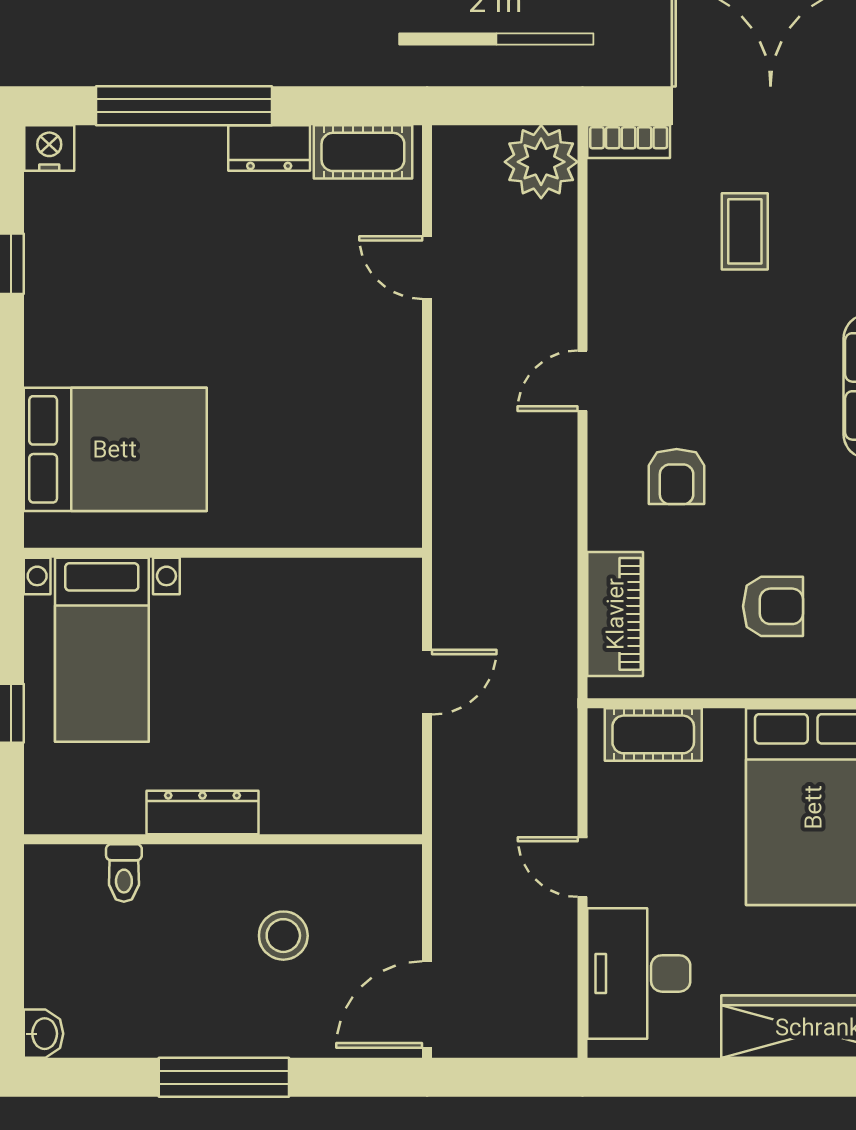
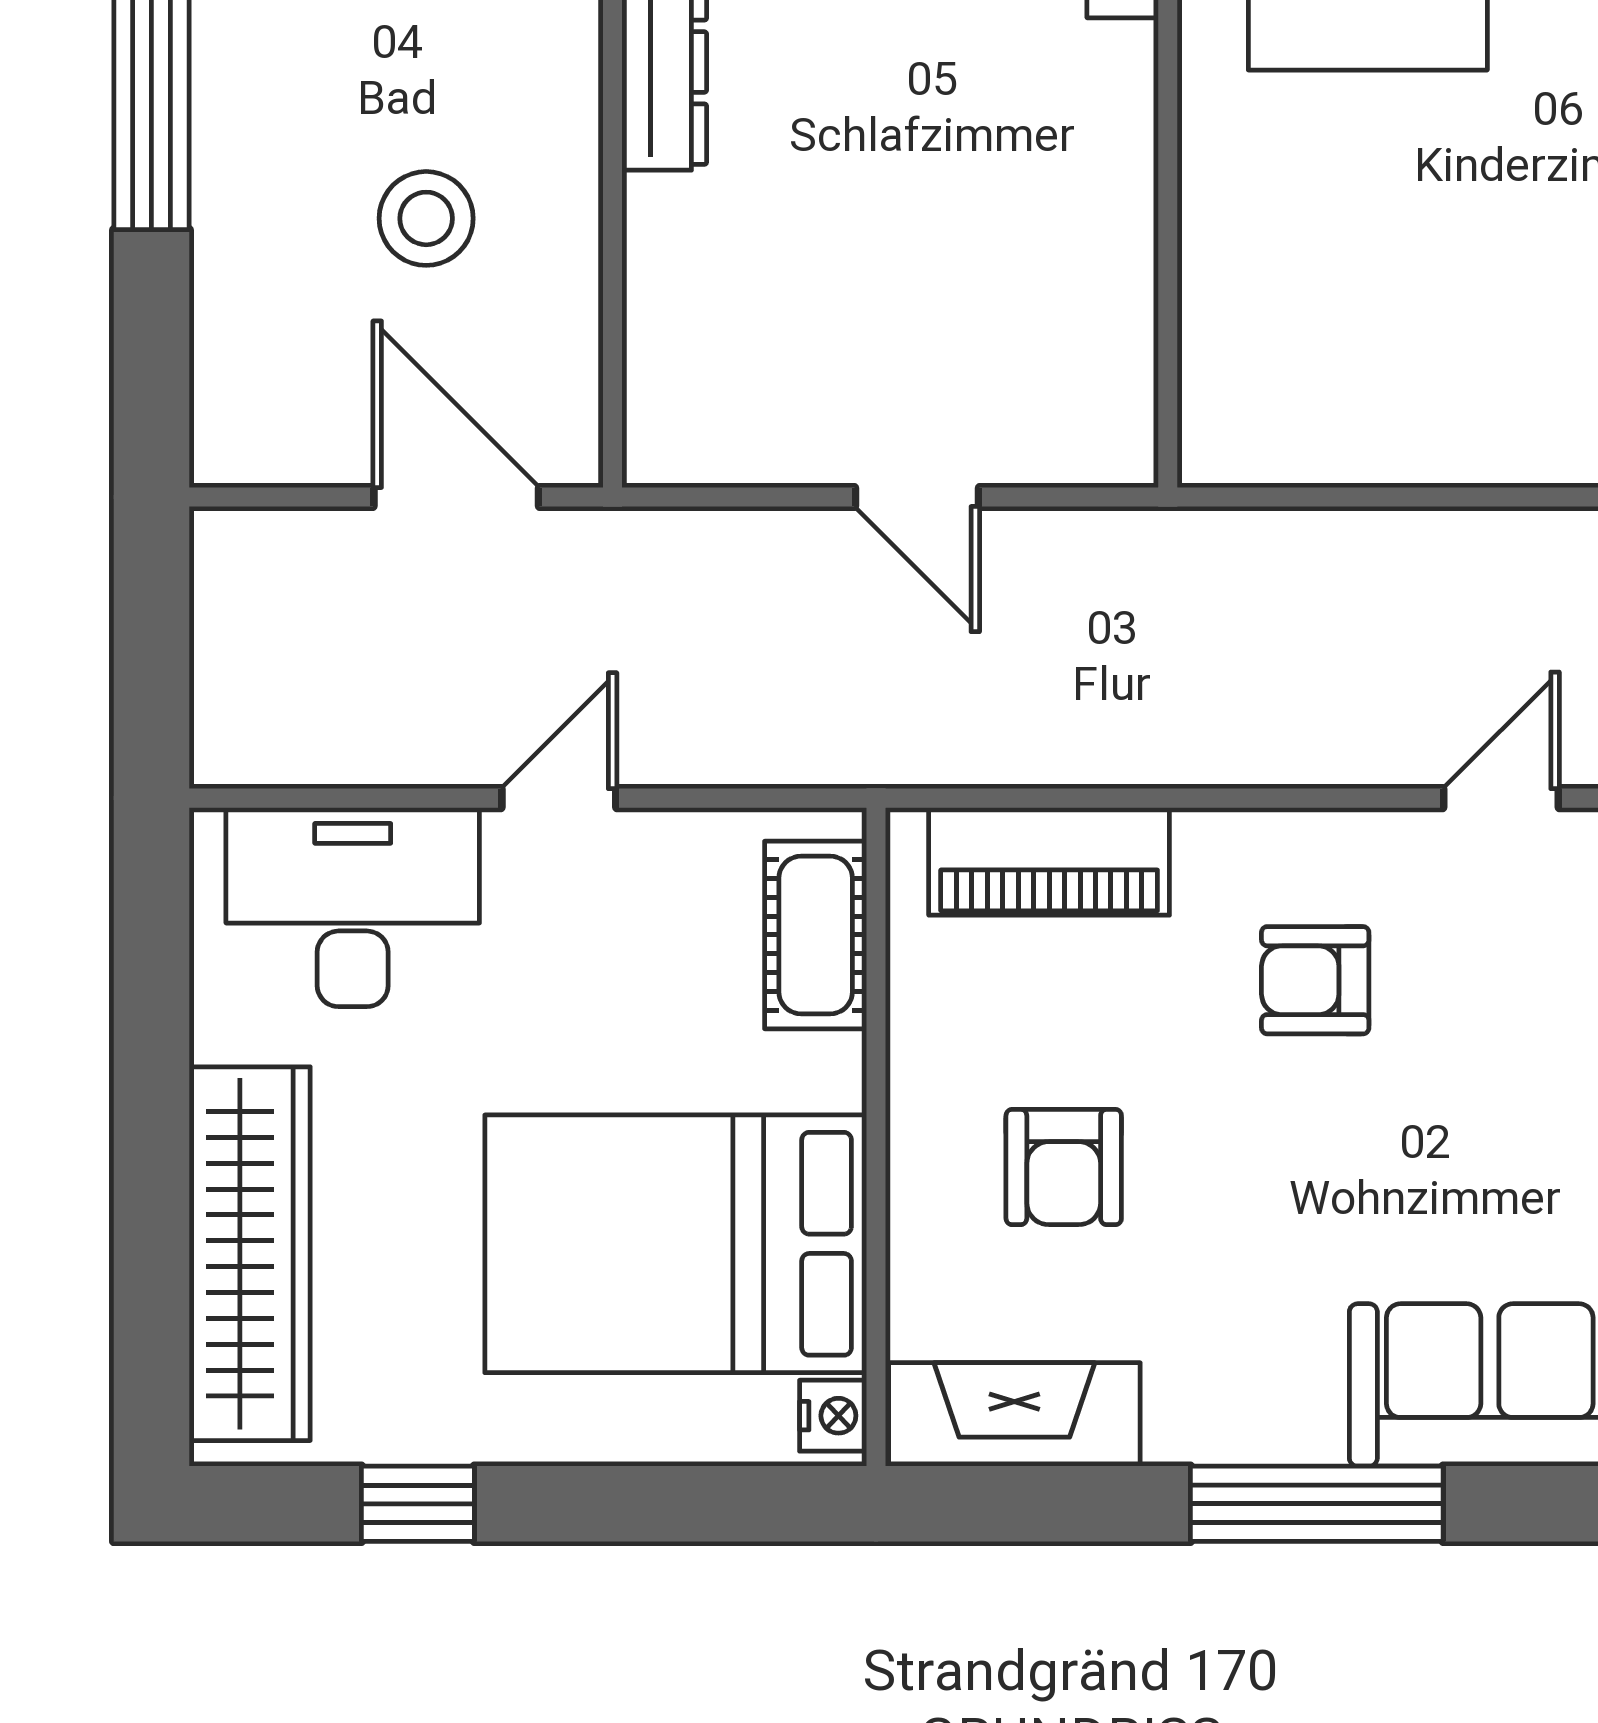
door: (583, 381) -> (1501, 798), hinge flipped
door: (427, 1004) -> (456, 497), moved

